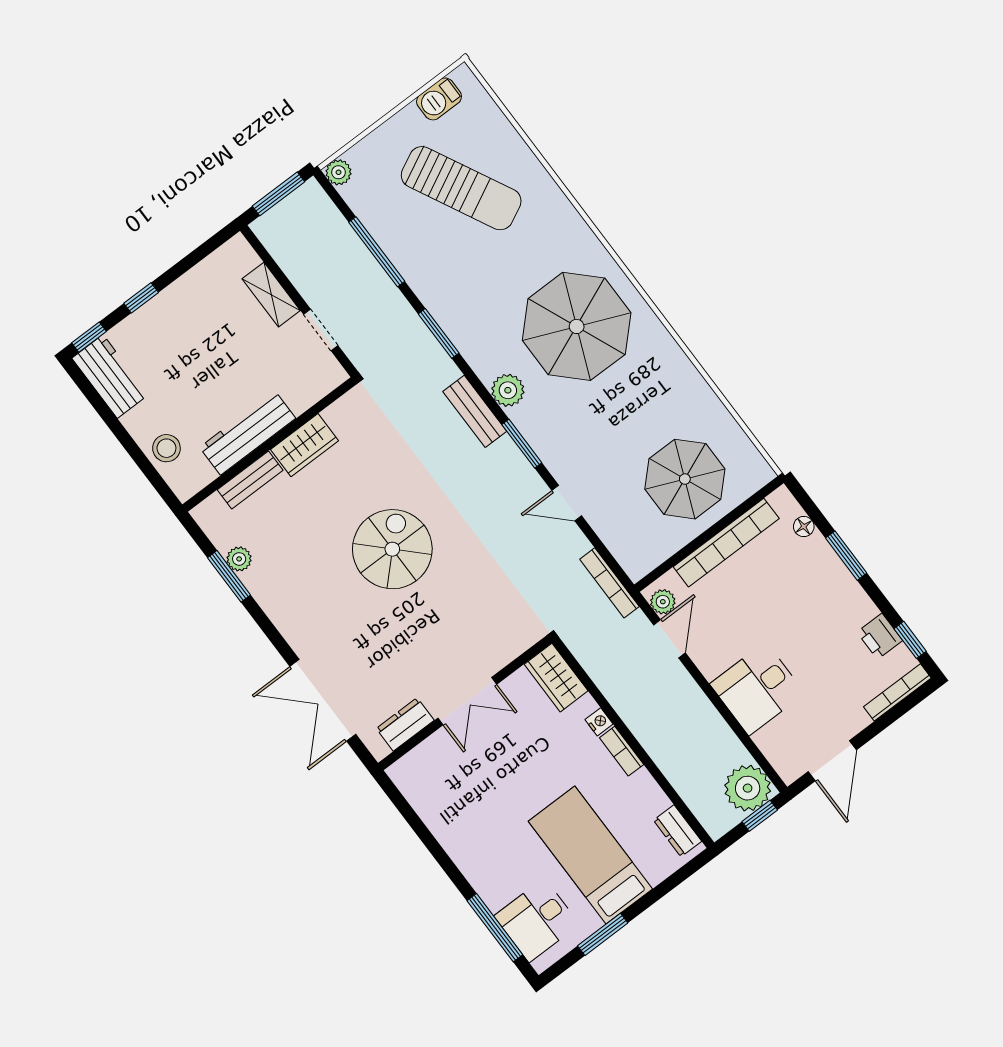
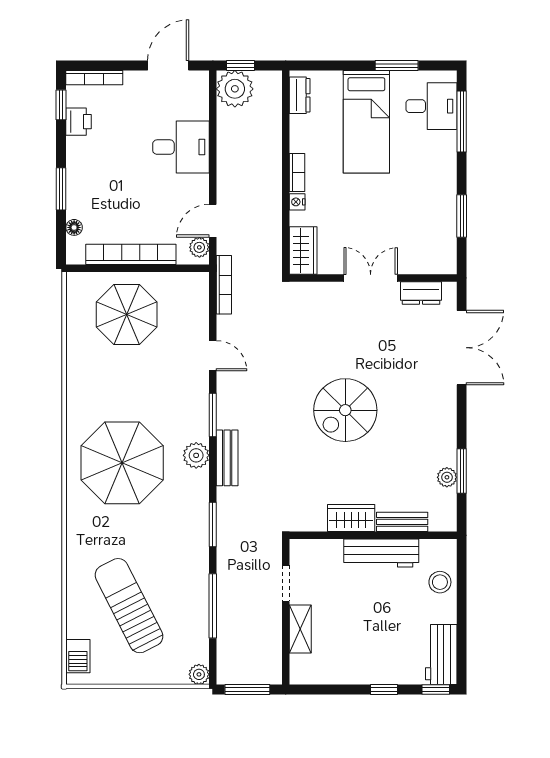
barbecue: (439, 99) -> (78, 656), moved, turned 90
window: (423, 833) -> (462, 216), added

